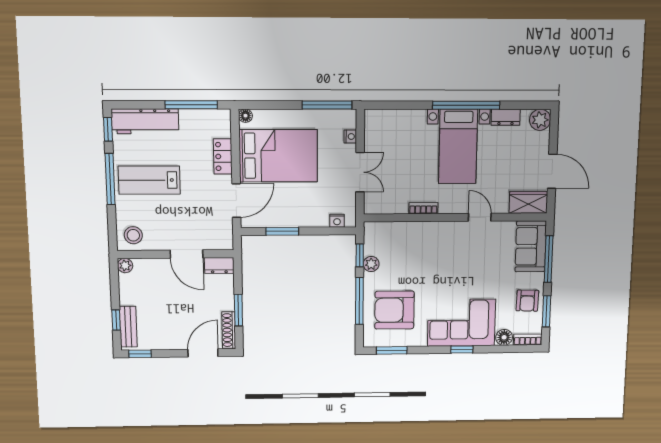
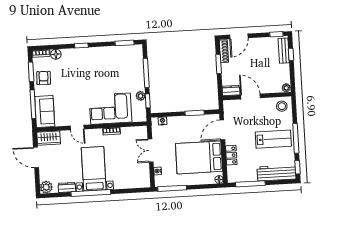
armchair: (394, 310) -> (125, 68), removed
corner sofa: (461, 323) -> (111, 109), moved, turned 180

